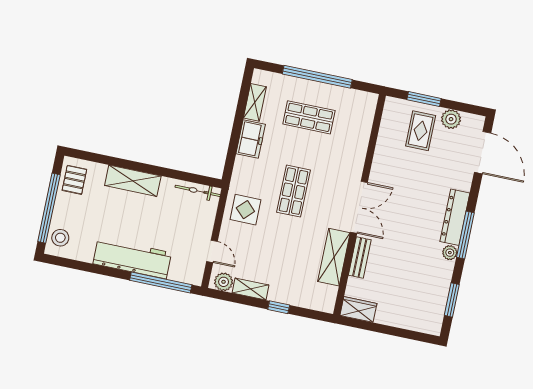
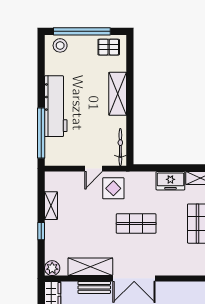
door: (212, 251) -> (94, 169), moved
plant: (224, 282) -> (52, 268), moved

